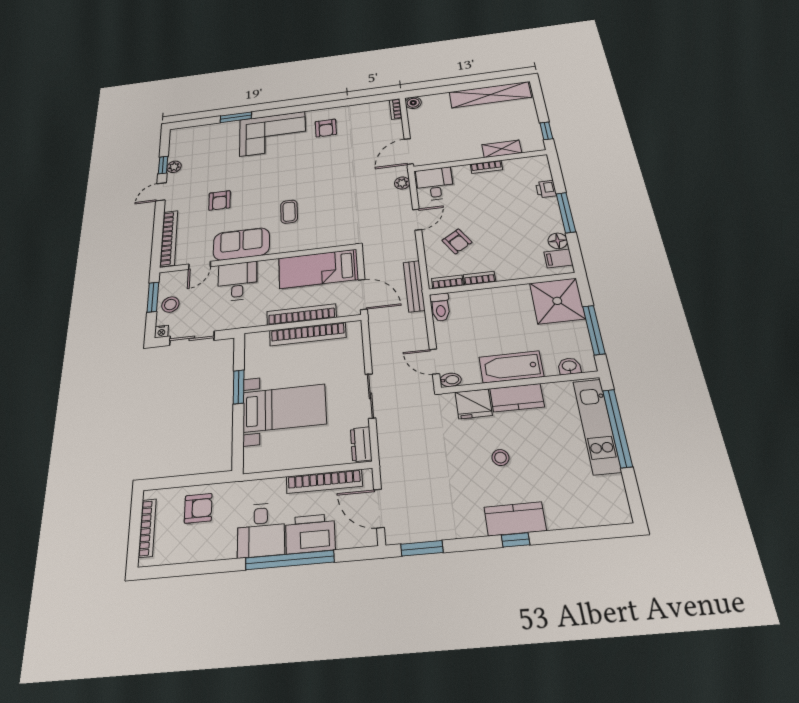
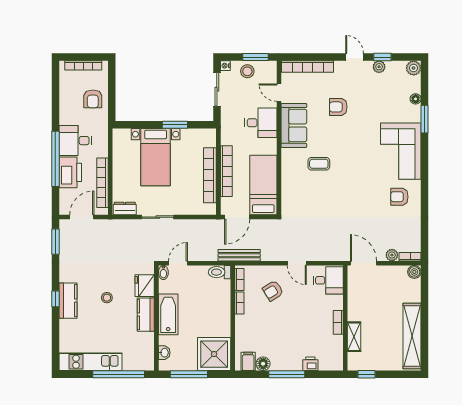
floor lamp: (213, 128) -> (416, 99), added
plant: (178, 135) -> (414, 68), added
plant: (402, 183) -> (392, 255), moved
kitchen unit: (597, 426) -> (90, 362), moved

